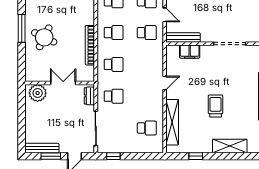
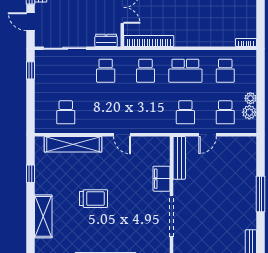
school desk: (114, 33) -> (185, 71), width x1.85
bookcase: (90, 45) -> (149, 41), moved
filing cabinet: (190, 52) -> (162, 179), moved

